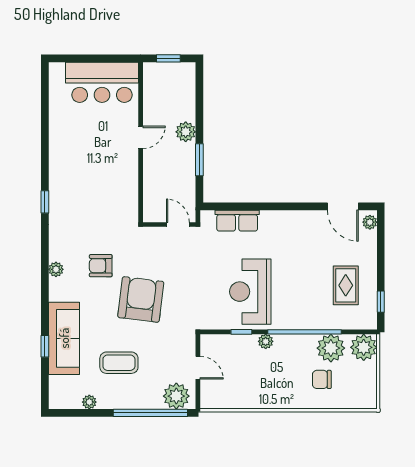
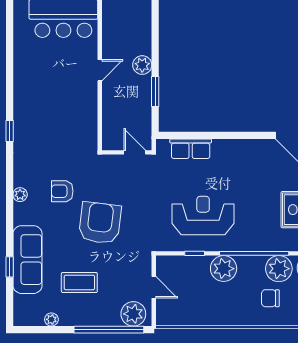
reception desk: (250, 292) -> (203, 216), turned 90
plant: (266, 341) -> (224, 269), width x1.88, depth x1.88

